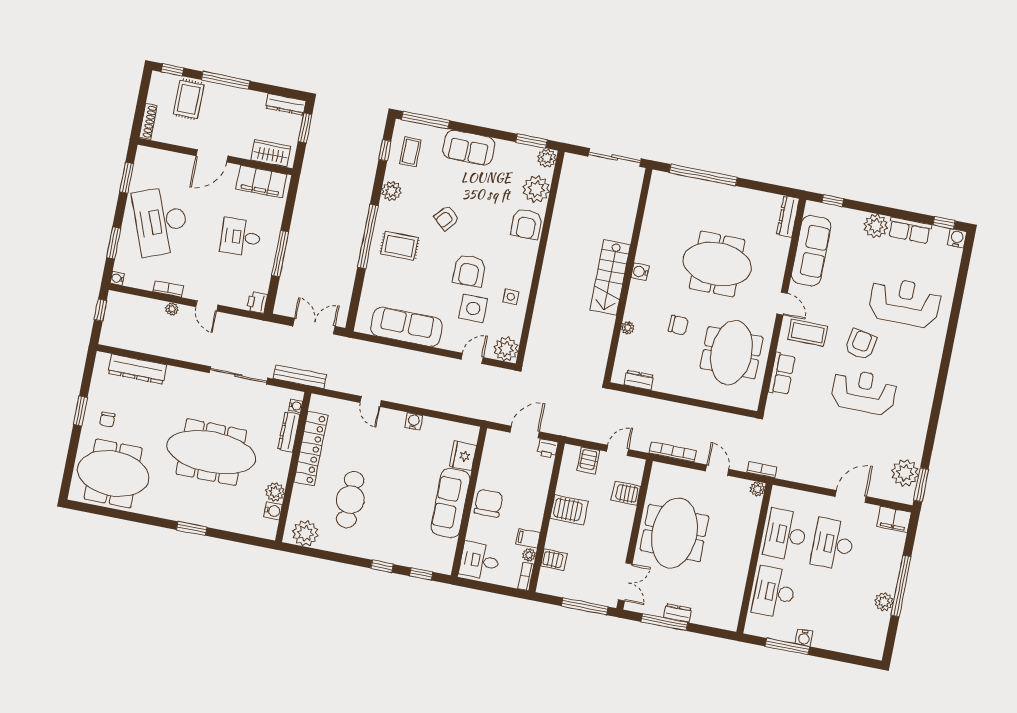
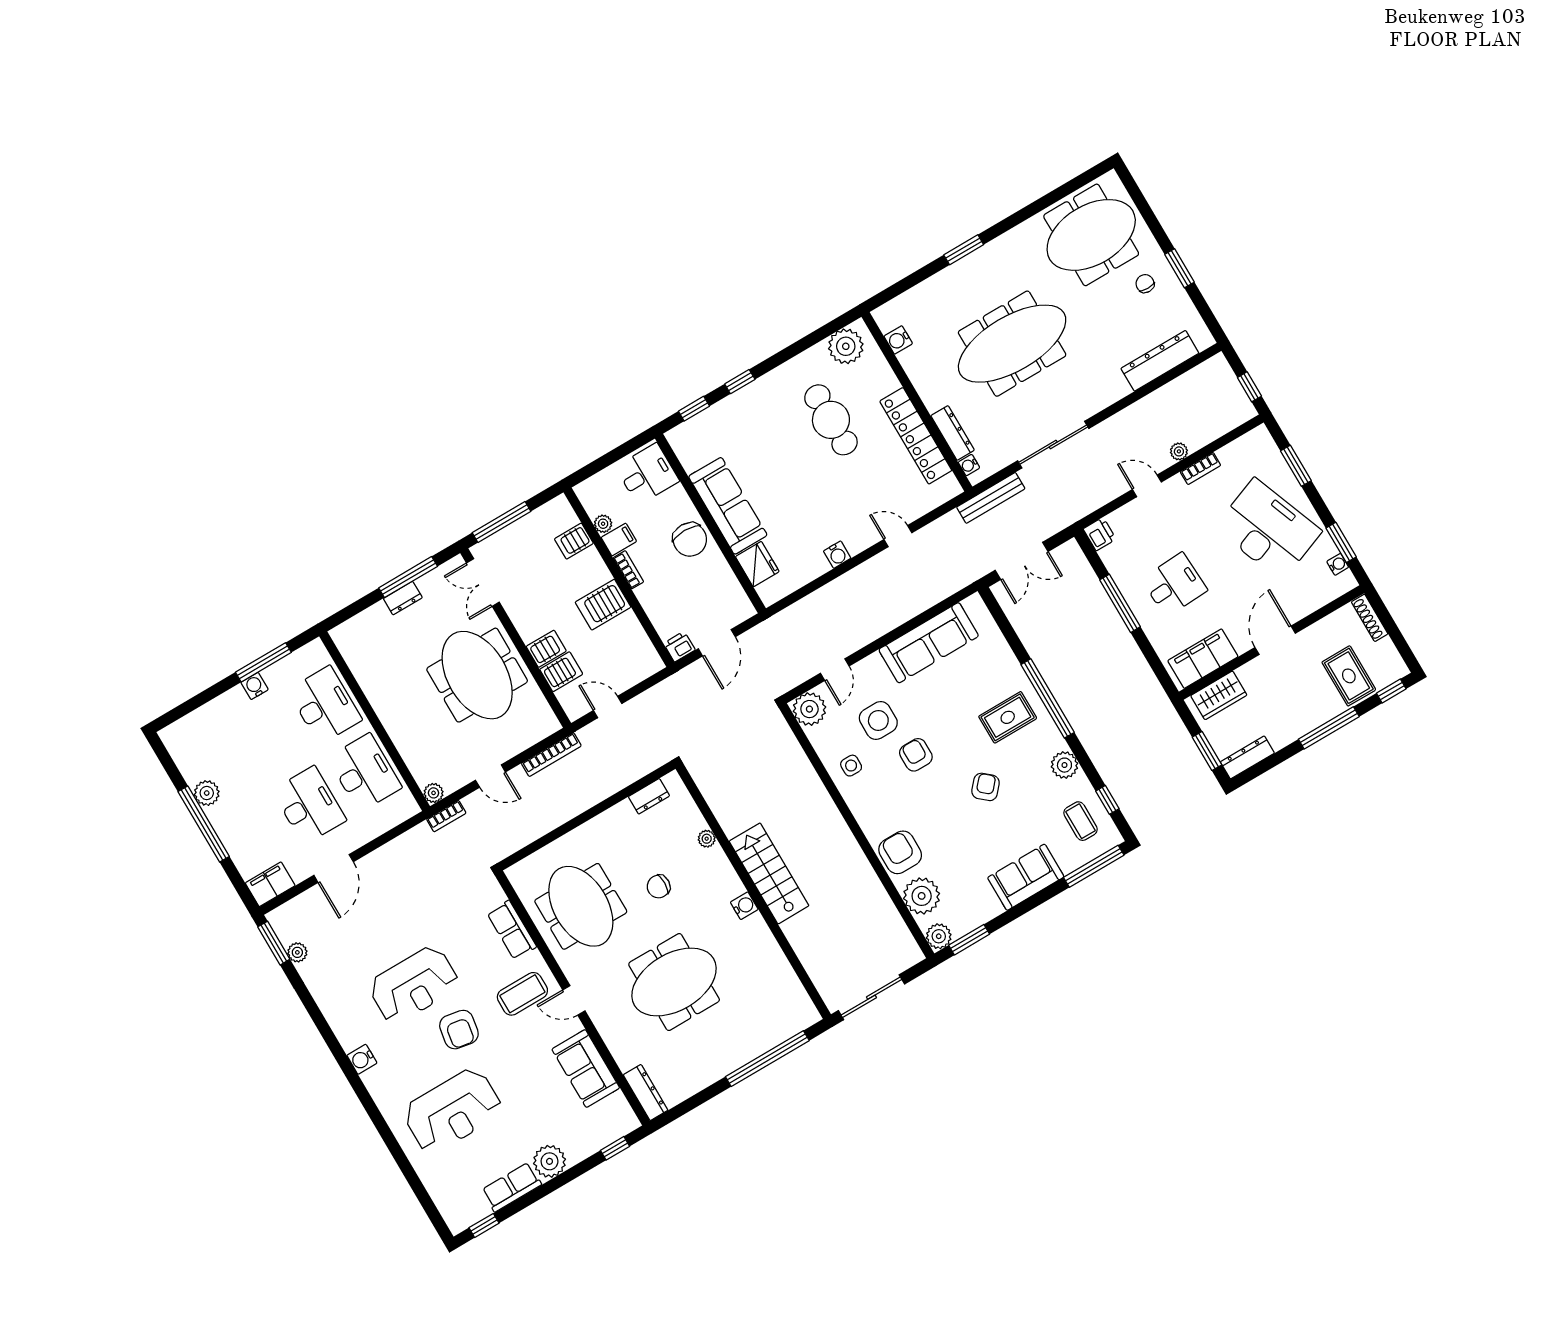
water cooler: (957, 238) -> (362, 1059), moved, turned 90
sofa: (811, 251) -> (586, 1069), width x0.73
armchair: (469, 271) -> (916, 755), width x0.72, depth x0.72
water cooler: (117, 278) -> (1338, 564), moved
door: (618, 450) -> (608, 707), swing flipped
server rack: (588, 461) -> (546, 649), moved, turned 90
plant: (905, 473) -> (297, 952), width x0.53, depth x0.53
plant: (275, 492) -> (913, 361), removed
bookcase: (526, 576) -> (628, 570), moved

